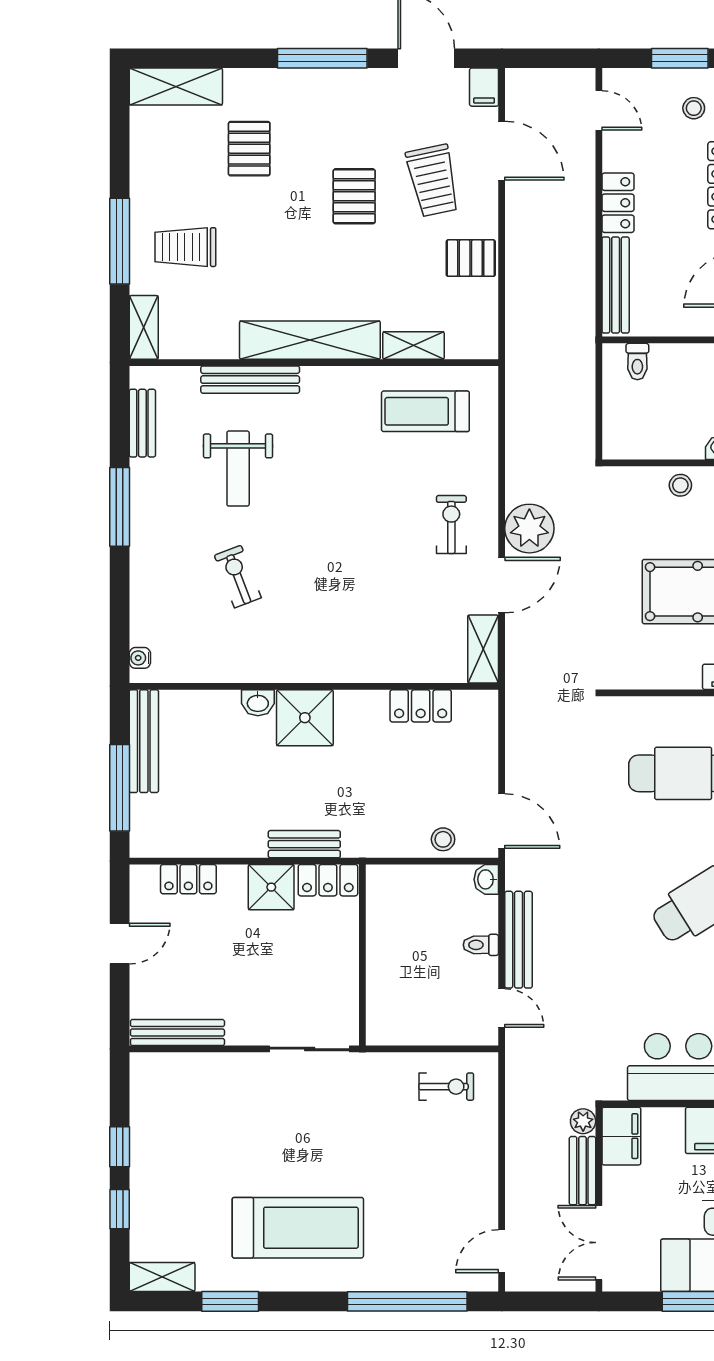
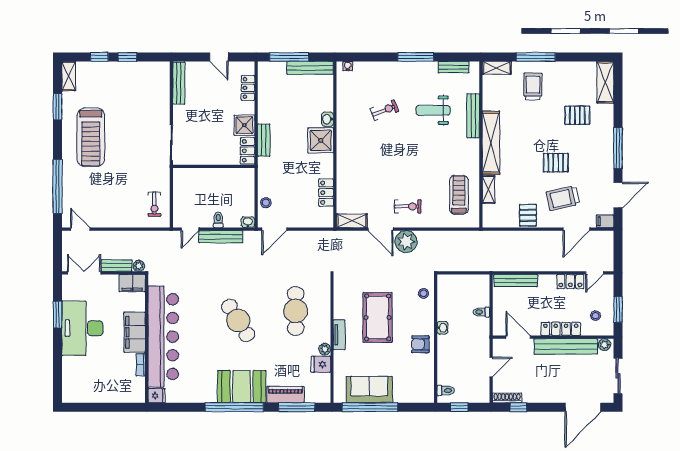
locker: (618, 203) -> (570, 282), moved
toilet: (637, 362) -> (481, 312), moved
stool: (680, 485) -> (424, 293), moved

